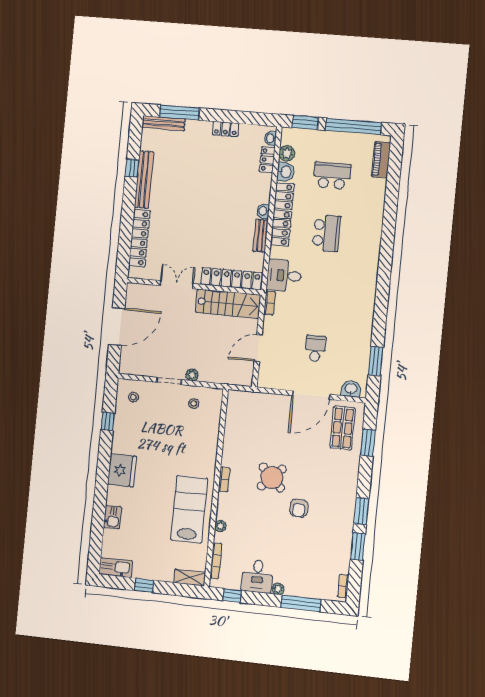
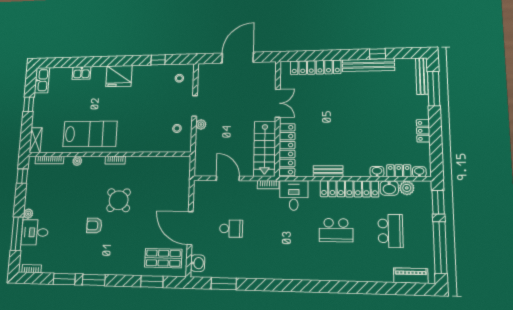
washbasin: (263, 211) -> (377, 172), moved
door: (117, 326) -> (238, 58), swing flipped
desk: (257, 576) -> (35, 232), moved

